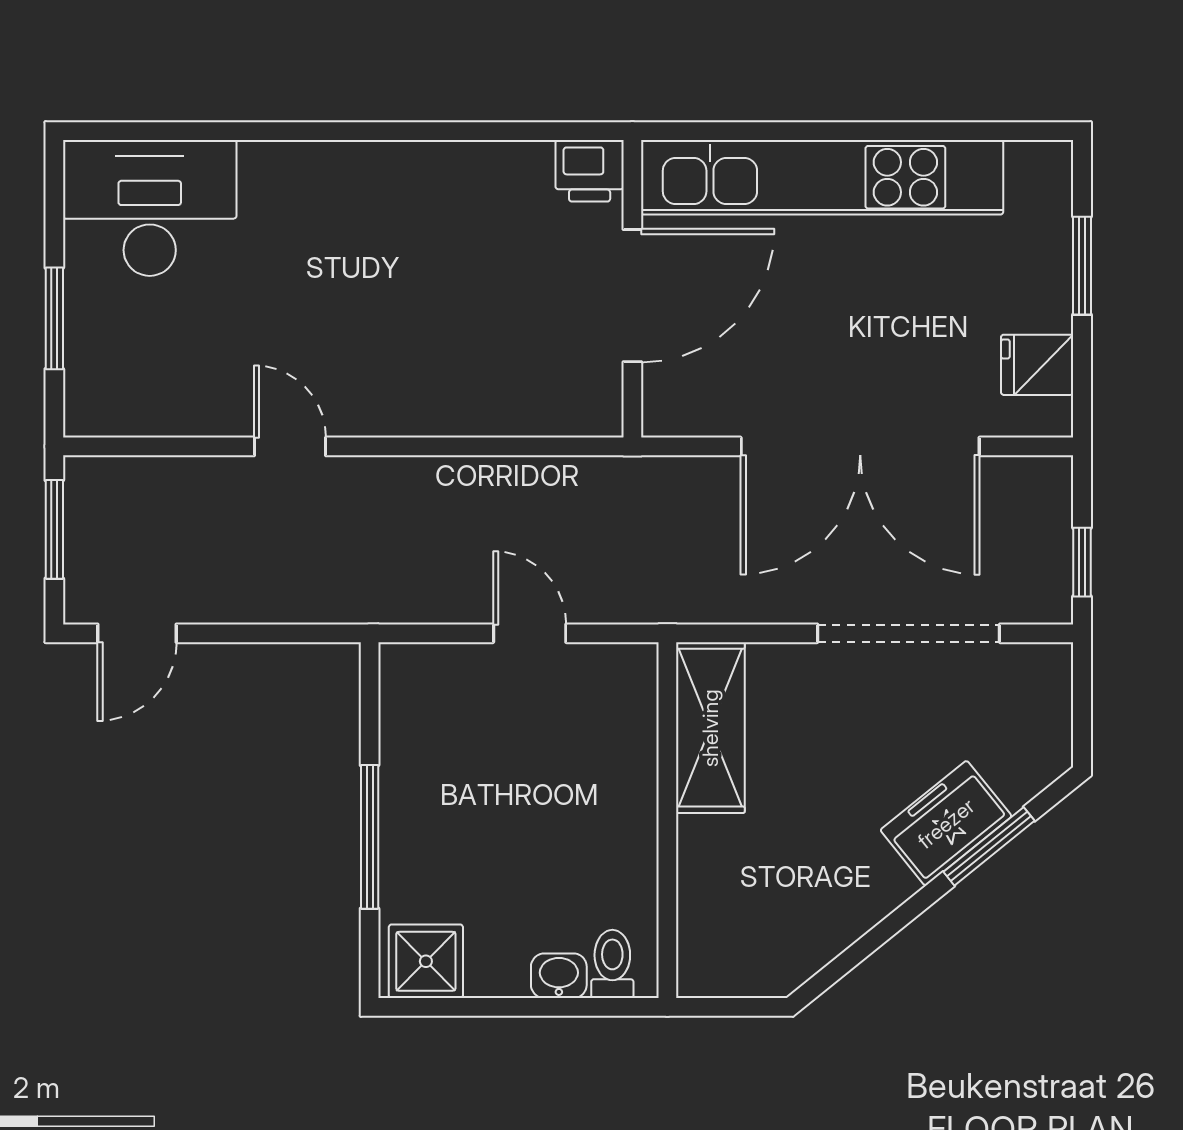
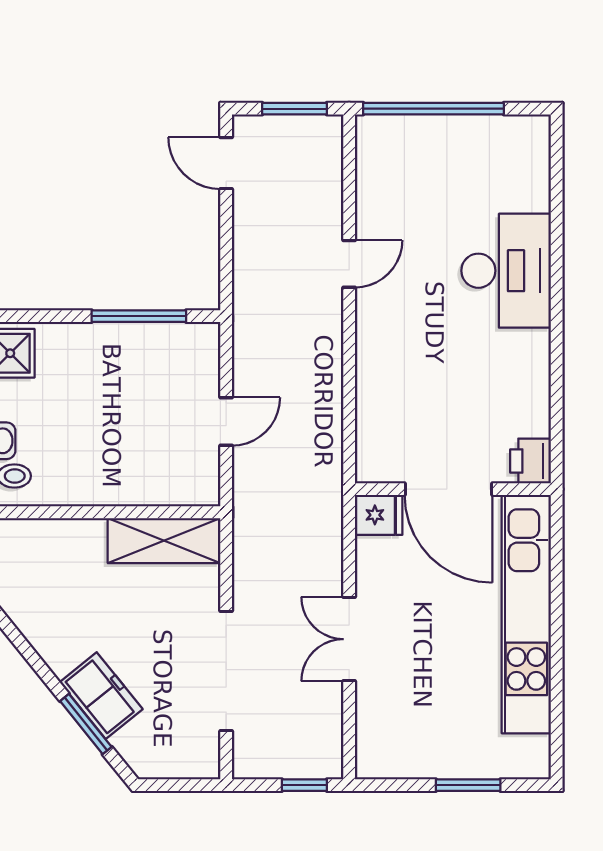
desk: (150, 208) -> (506, 271), moved
window: (54, 318) -> (433, 109), width x2.11
fridge: (1037, 365) -> (379, 515), moved, turned 90
double door: (860, 446) -> (349, 639), width x0.54
window: (1082, 562) -> (304, 785), moved
window: (370, 837) -> (139, 316), moved

